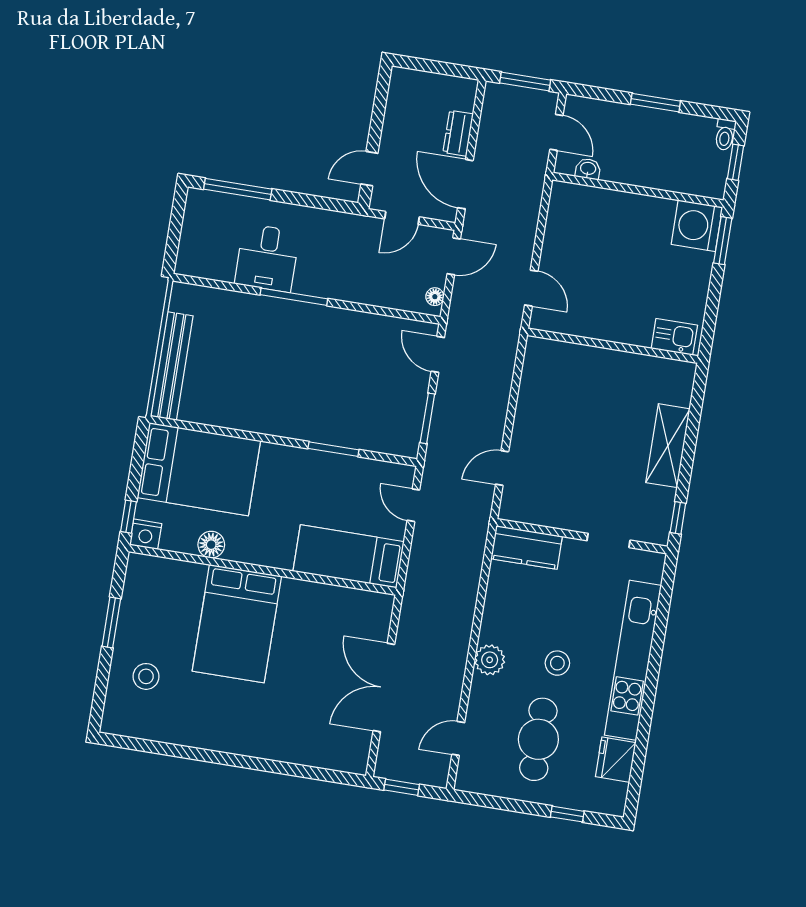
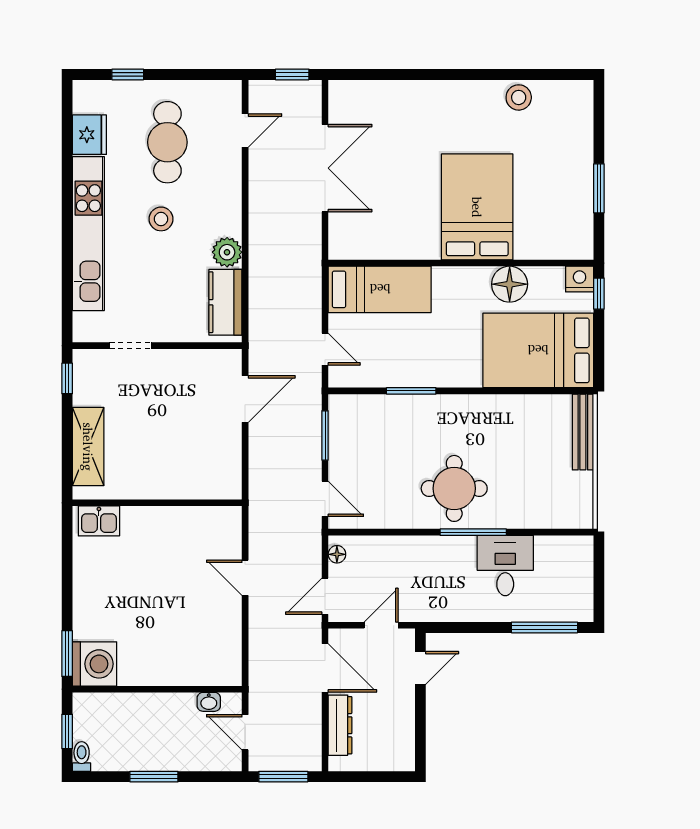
dresser: (458, 133) -> (340, 725), width x1.44
kitchen sink: (674, 337) -> (99, 521), moved
round table: (306, 344) -> (454, 488), added
wall: (613, 346) -> (157, 503), moved
bench: (172, 366) -> (583, 432), width x0.73, depth x0.82
door: (502, 468) -> (245, 399), width x1.38
floor lamp: (211, 545) -> (510, 284), width x1.38, depth x1.38
kitchen counter: (527, 548) -> (225, 302), moved, turned -90
plant: (490, 660) -> (227, 252), moved
stool: (146, 676) -> (519, 97), moved

